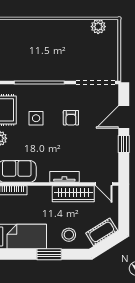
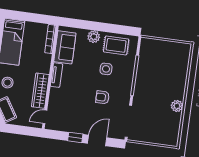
plant: (98, 27) -> (177, 106), moved
door: (124, 117) -> (97, 140), hinge flipped
tv unit: (64, 177) -> (56, 75), moved

